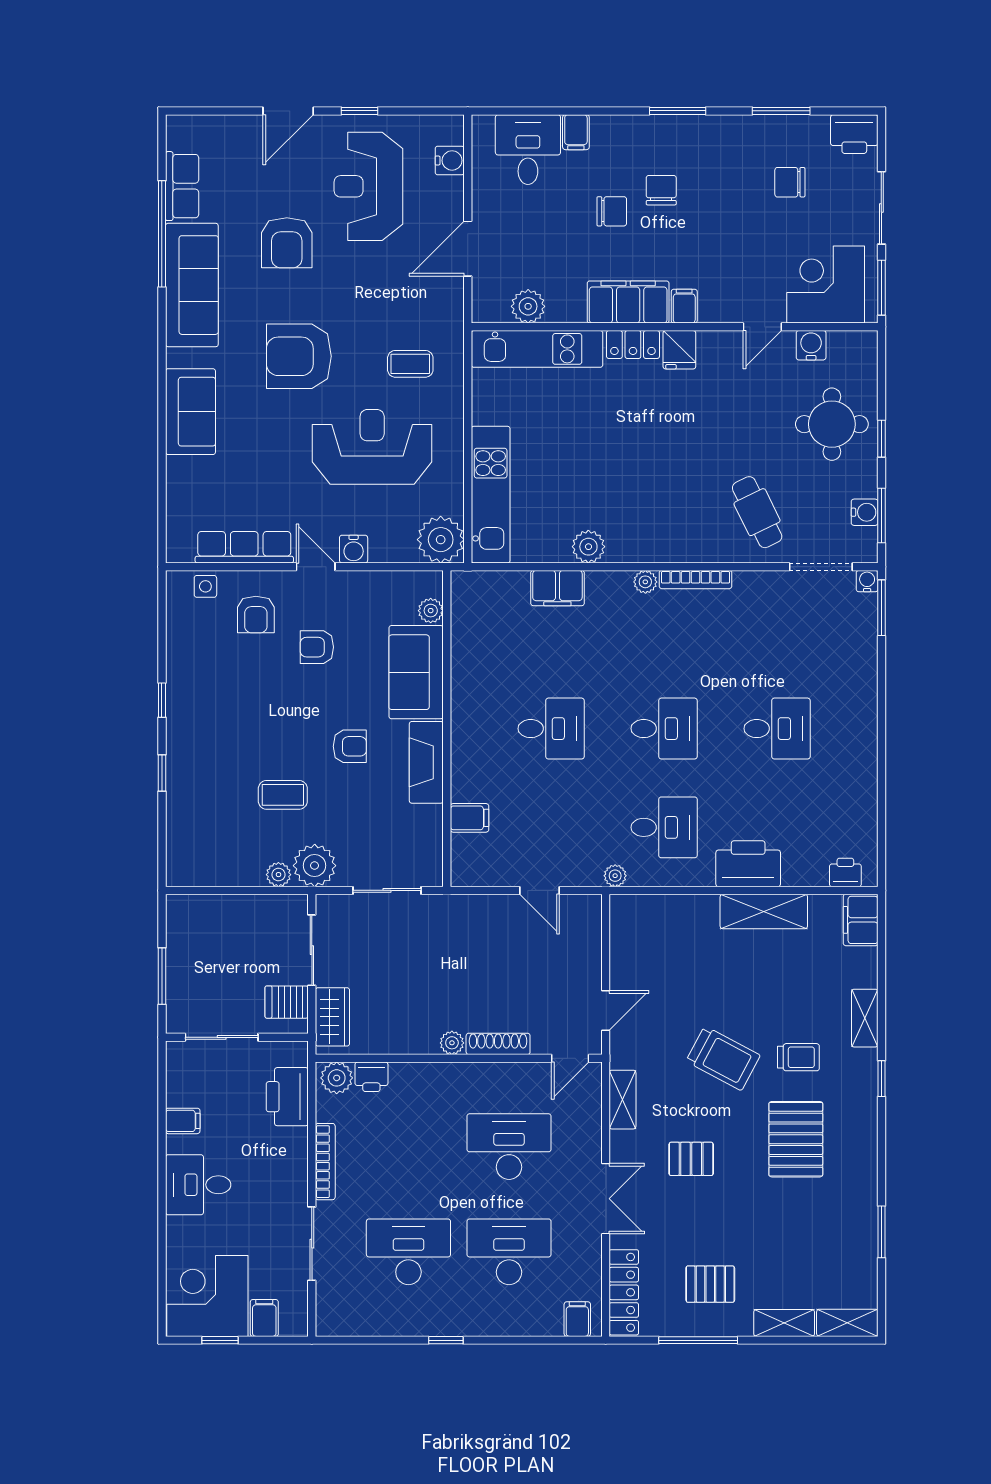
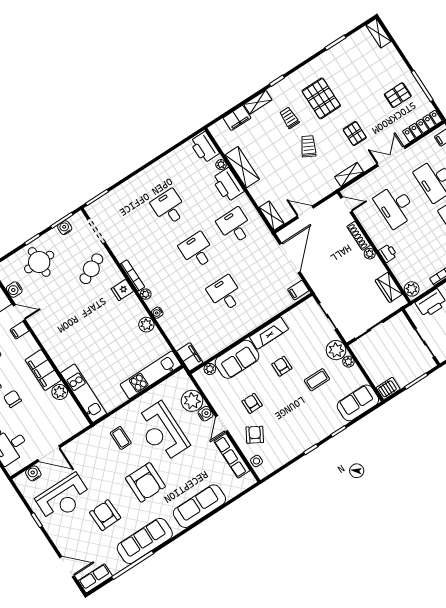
door: (288, 111) -> (67, 567), moved
row of seats: (182, 186) -> (95, 578), moved
armchair: (287, 243) -> (105, 515), turned -92
door: (468, 249) -> (49, 454), moved
plant: (528, 306) -> (60, 392), moved
filing cabinet: (684, 306) -> (19, 330), moved
locker: (633, 344) -> (58, 358), removed
fridge: (679, 350) -> (122, 290), moved, turned 180
sofa: (190, 412) -> (199, 506), width x1.36
plant: (441, 540) -> (192, 401), moved
water cooler: (867, 581) -> (157, 313), moved
filing cabinet: (557, 588) -> (190, 357), moved
armchair: (256, 615) -> (255, 435), turned -60
armchair: (317, 647) -> (252, 403), turned 180
coffee table: (283, 795) -> (317, 380), turned 90
filing cabinet: (470, 818) -> (298, 290), moved, turned -90
sofa: (191, 843) -> (358, 403), added
printer: (845, 872) -> (204, 147), width x1.87, depth x1.48
plant: (615, 876) -> (221, 165), moved
door: (539, 890) -> (290, 258), width x1.87
filing cabinet: (861, 920) -> (237, 118), moved
server rack: (287, 1002) -> (388, 388), moved, turned -90
door: (606, 1010) -> (305, 212), moved
wardrobe: (332, 1017) -> (389, 287), moved, turned -90
trolley: (723, 1058) -> (308, 146), width x0.73, depth x0.72
printer: (371, 1077) -> (388, 253), moved
pallet: (796, 1139) -> (321, 98), turned 90
pallet: (710, 1284) -> (398, 95), turned 90
shelving: (784, 1323) -> (272, 216), moved

